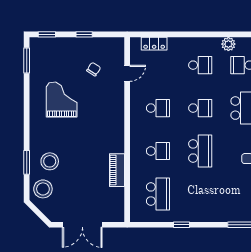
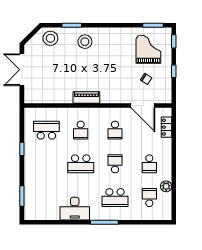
door: (127, 73) -> (143, 106), width x1.87
grand piano: (62, 100) -> (148, 49), moved, turned -90
school desk: (200, 108) -> (115, 164), turned 180
stool: (50, 161) -> (85, 42), moved
piano: (117, 170) -> (86, 97), moved
school desk: (158, 194) -> (46, 130), turned 180

